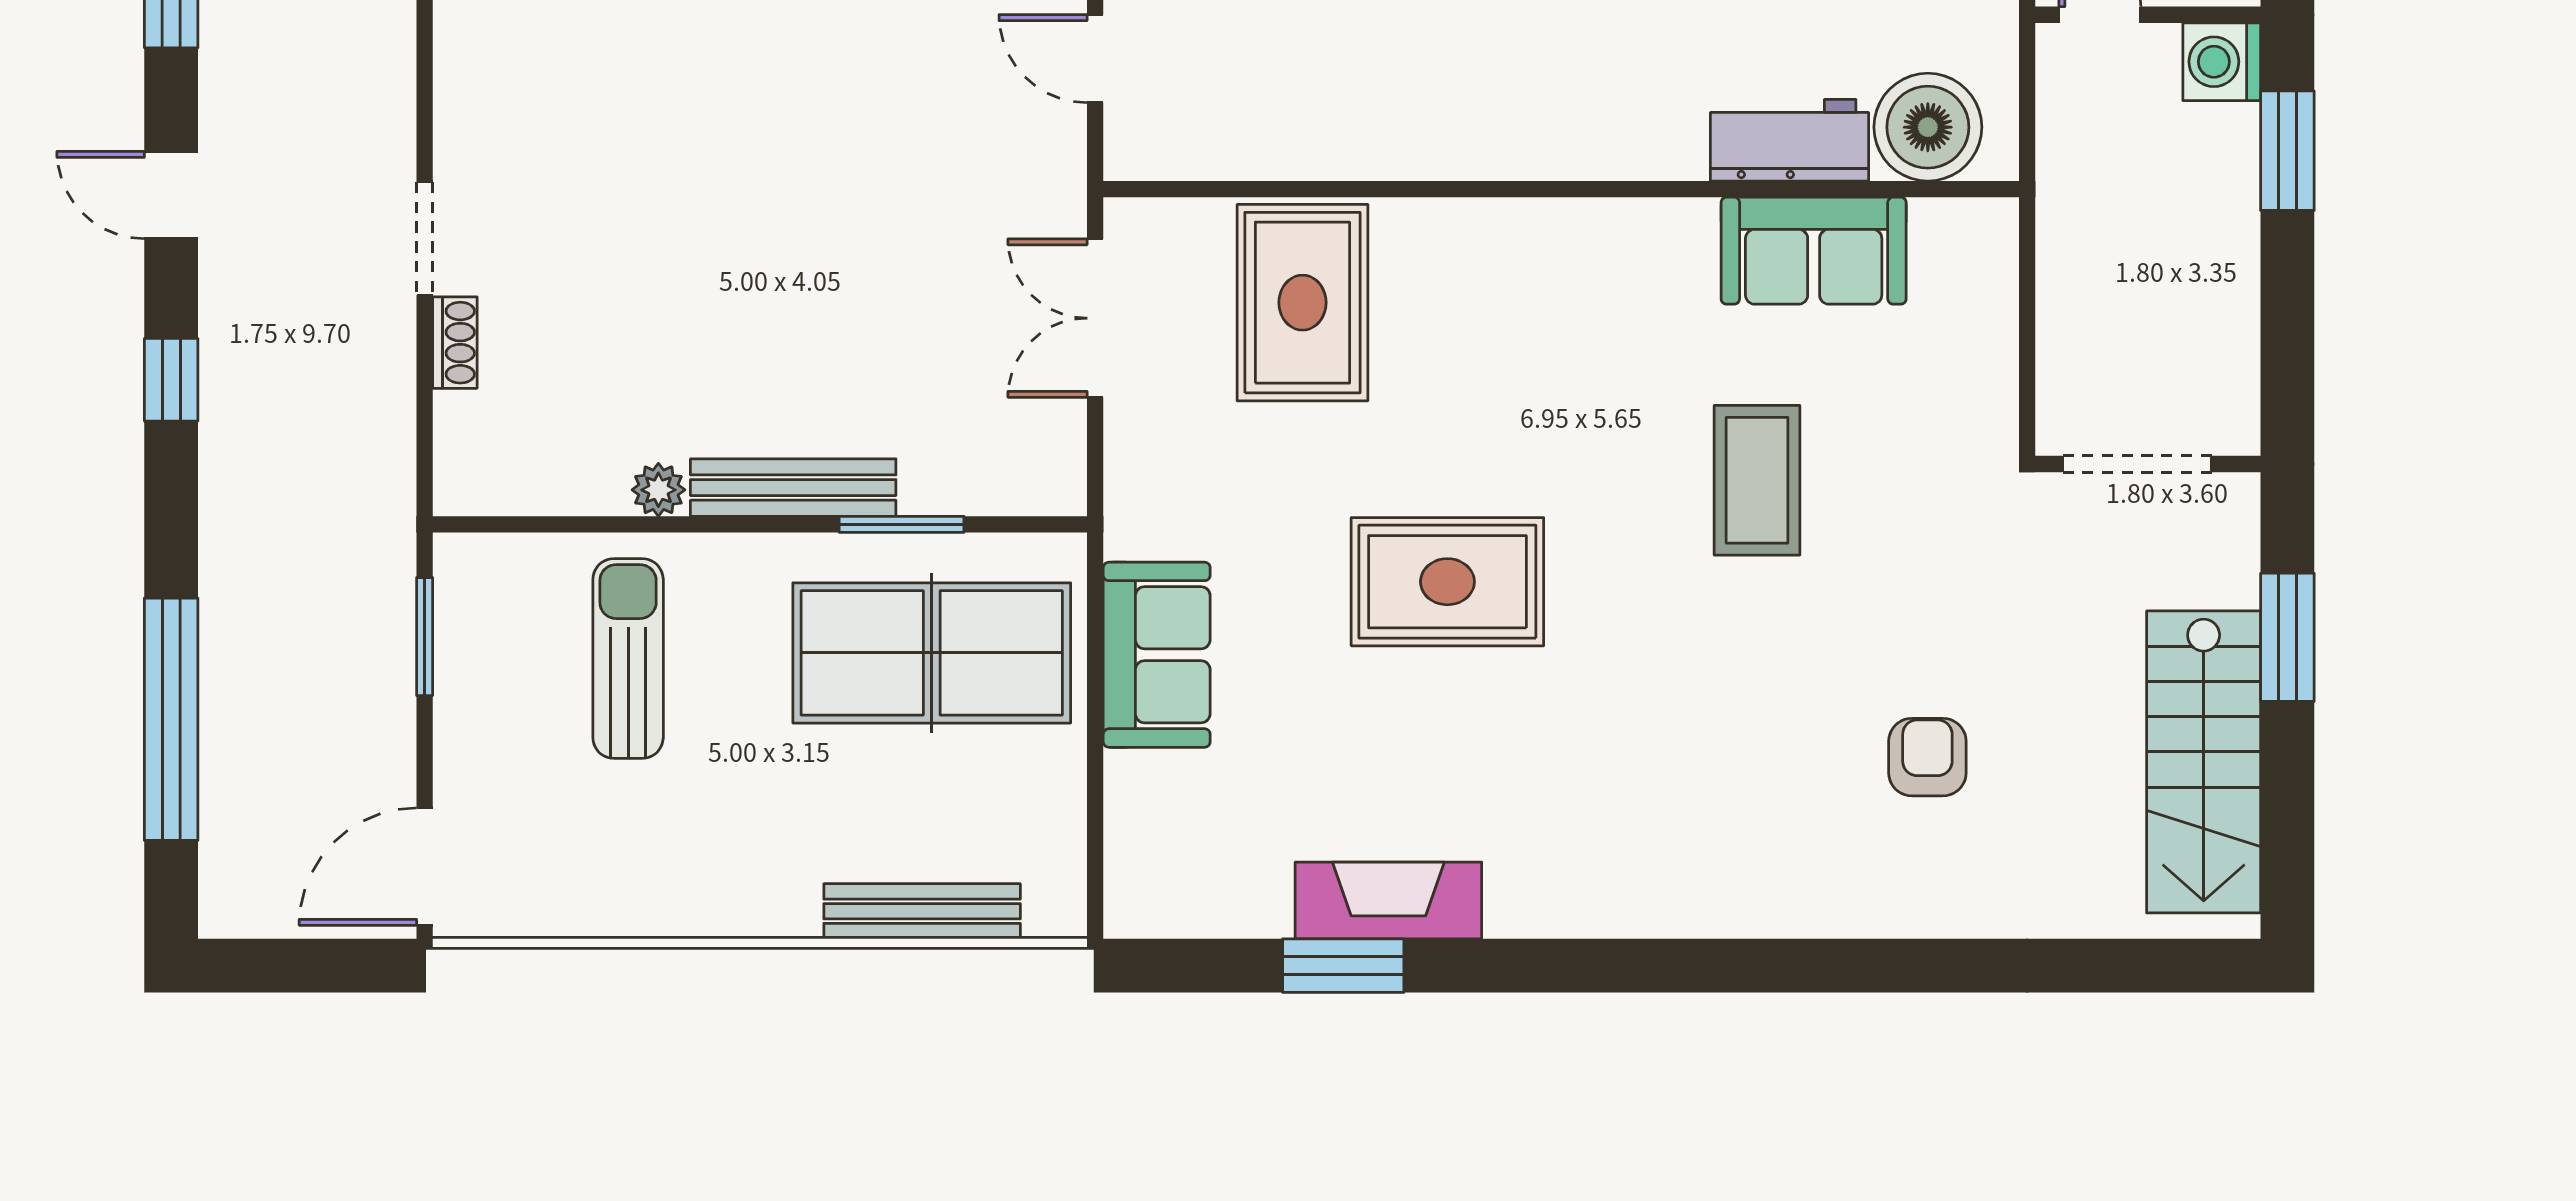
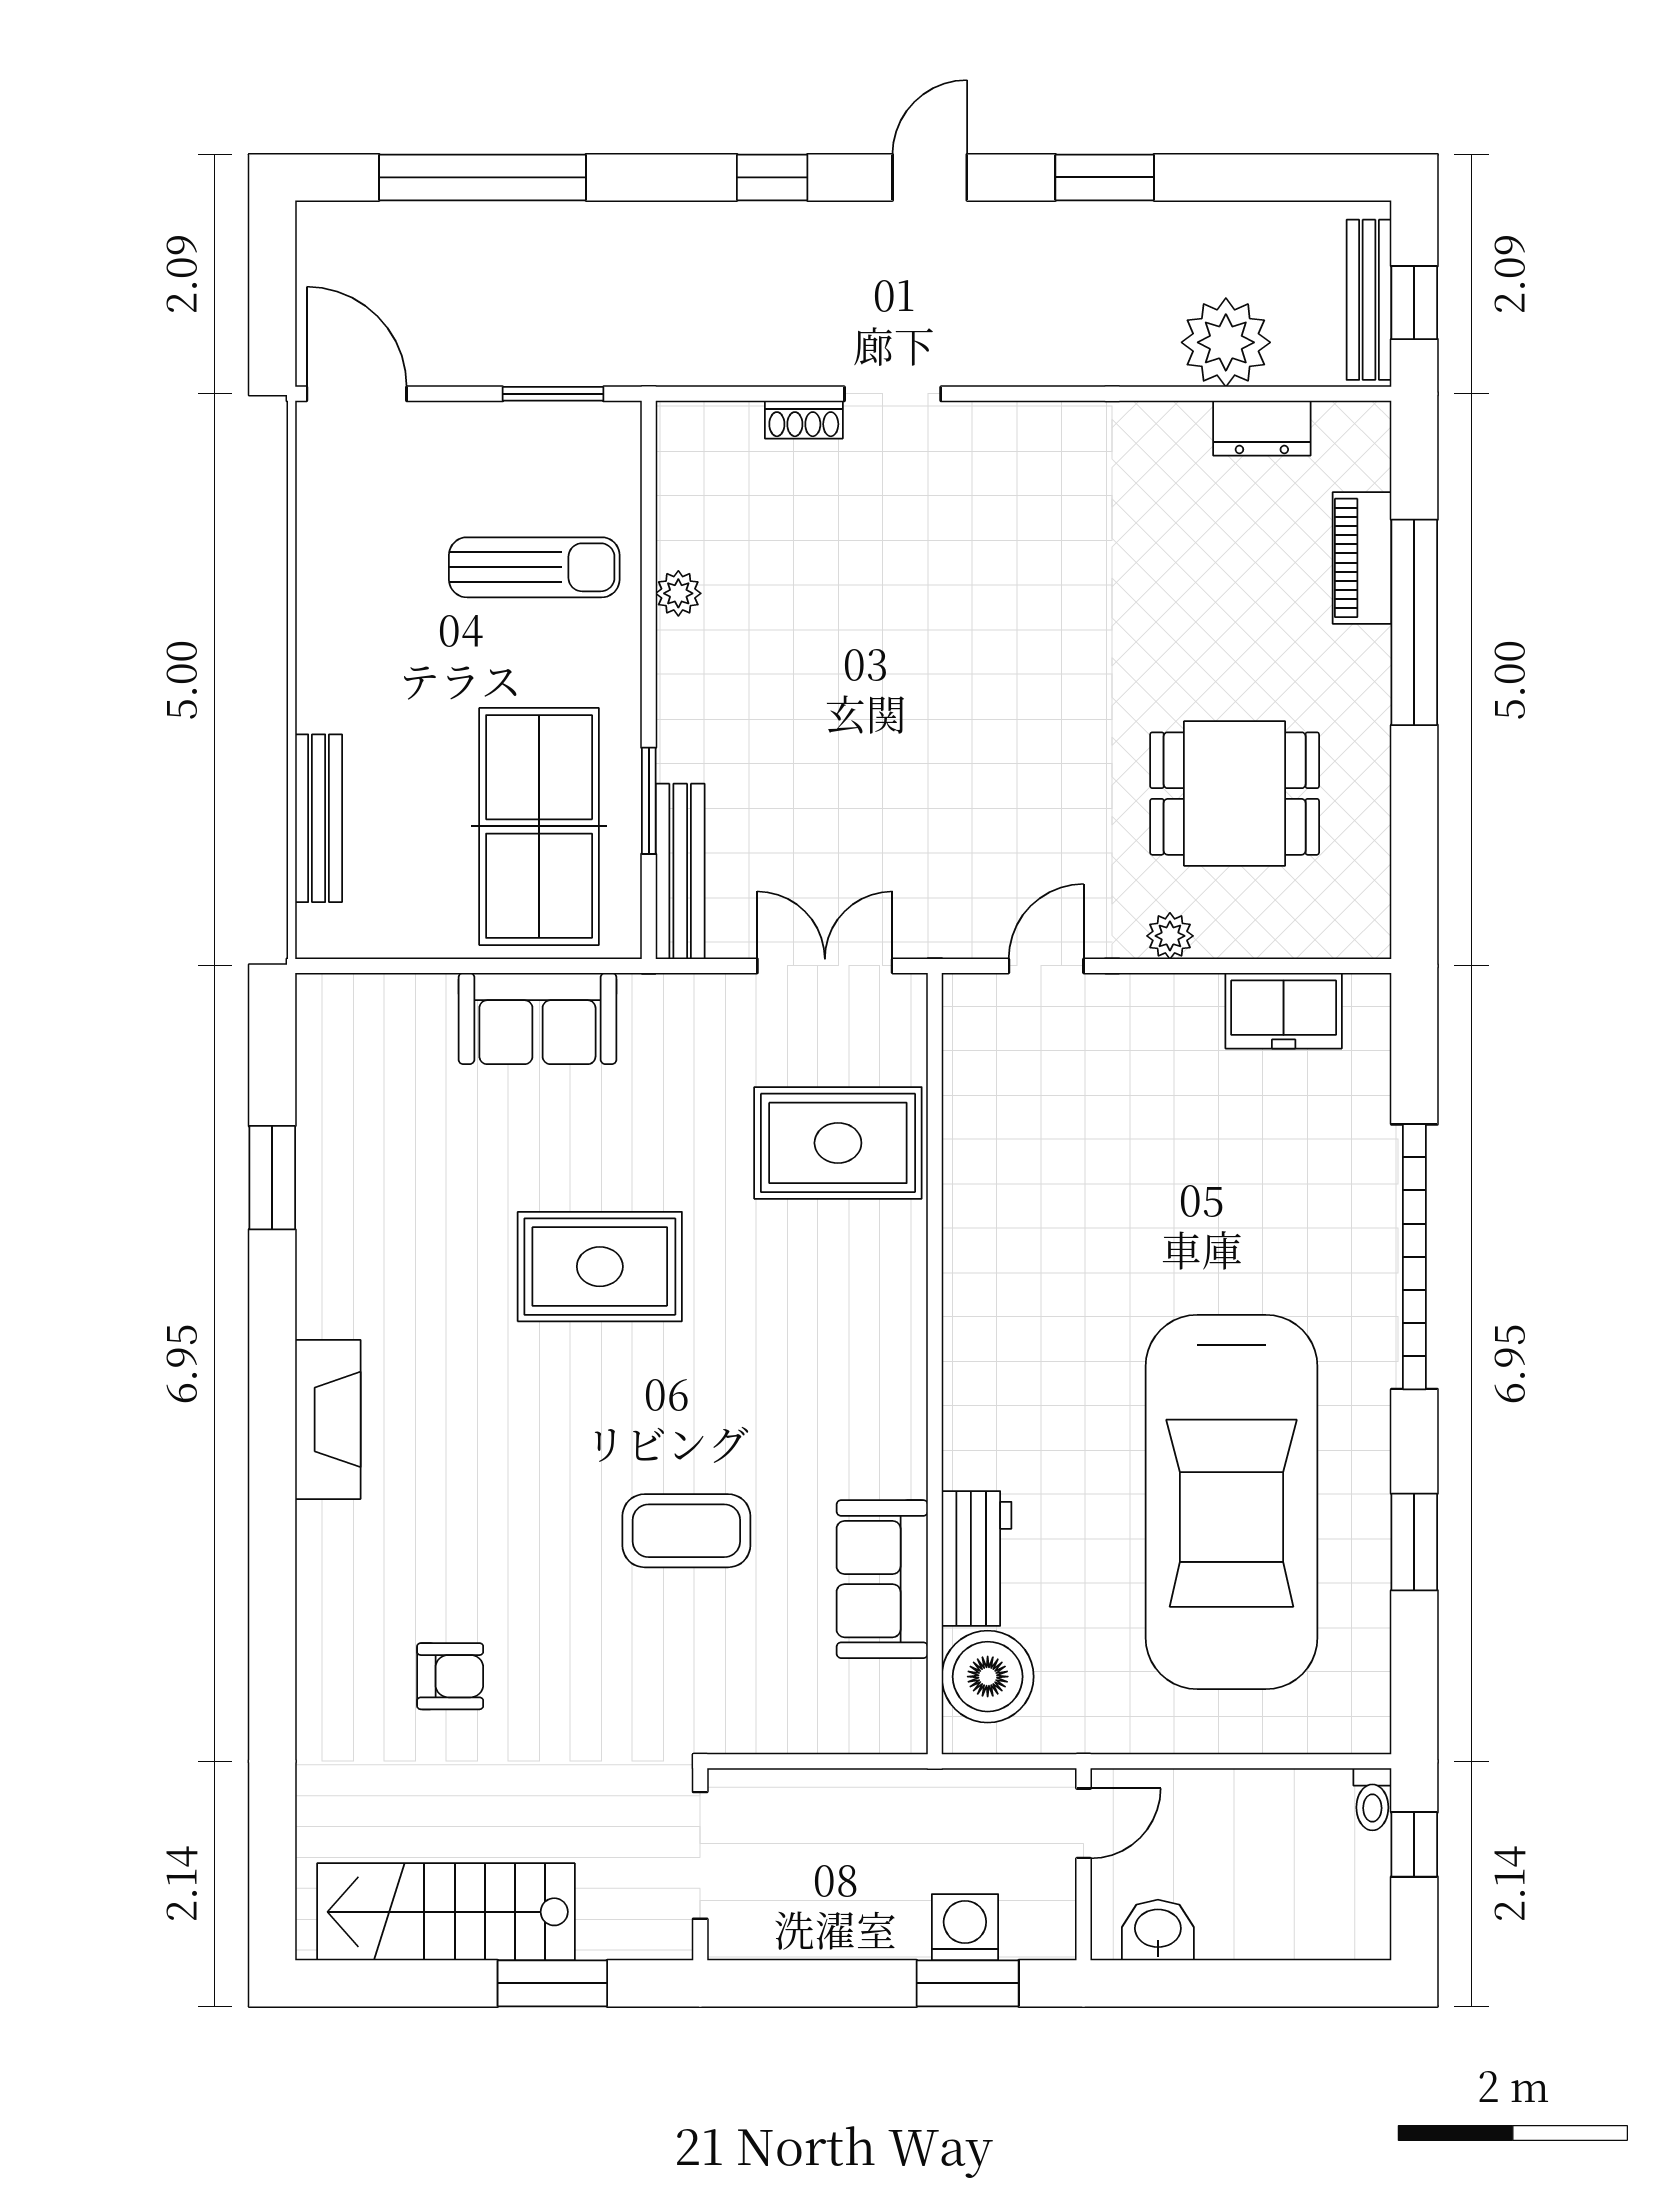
washing machine: (2222, 62) -> (965, 1927), moved
bench: (793, 488) -> (680, 871), moved
rug: (1447, 582) -> (600, 1267), turned 90
fireplace: (1388, 900) -> (328, 1419), moved

